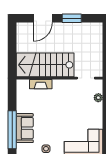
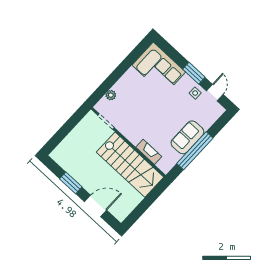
sofa: (25, 128) -> (187, 137), moved
window: (12, 130) -> (195, 151), moved

